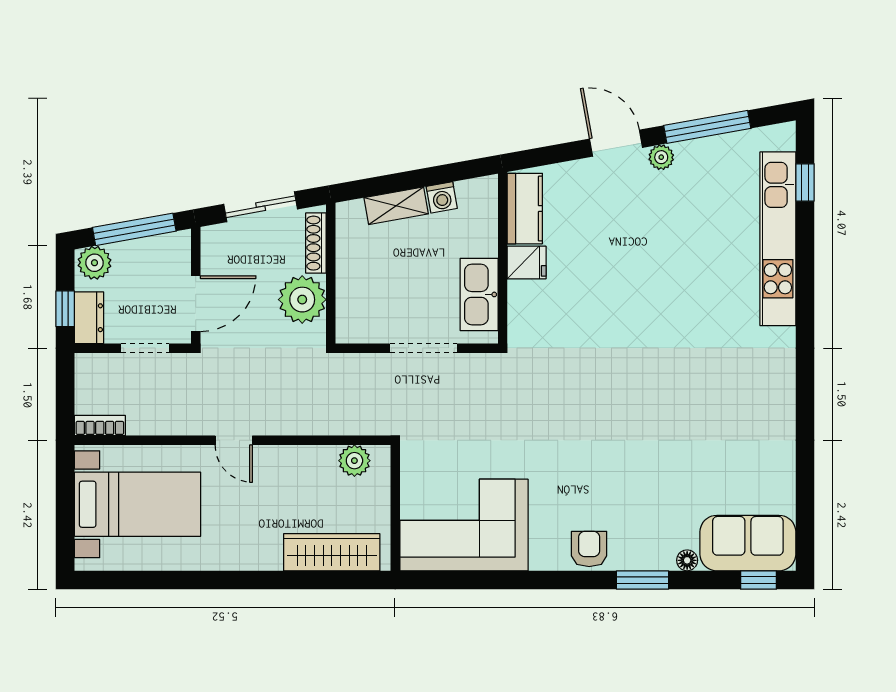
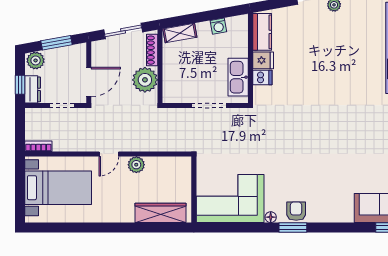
shelving: (396, 206) -> (180, 33), moved
window: (134, 229) -> (57, 43), width x0.69
dishwasher: (525, 295) -> (262, 78), added
door: (234, 440) -> (109, 154), hinge flipped
plant: (354, 461) -> (136, 165), moved
floor lamp: (687, 560) -> (271, 217), moved
window: (643, 580) -> (293, 228), moved

